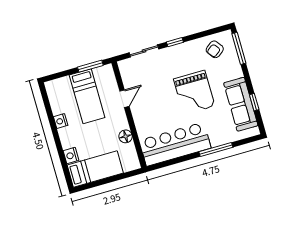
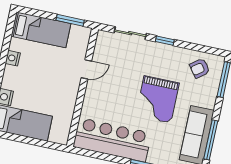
bed: (87, 96) -> (41, 30), moved, turned -90
window: (254, 102) -> (211, 140), width x2.17
floor lamp: (126, 136) -> (68, 107), removed

